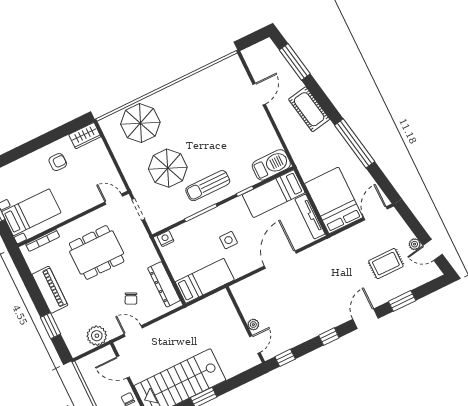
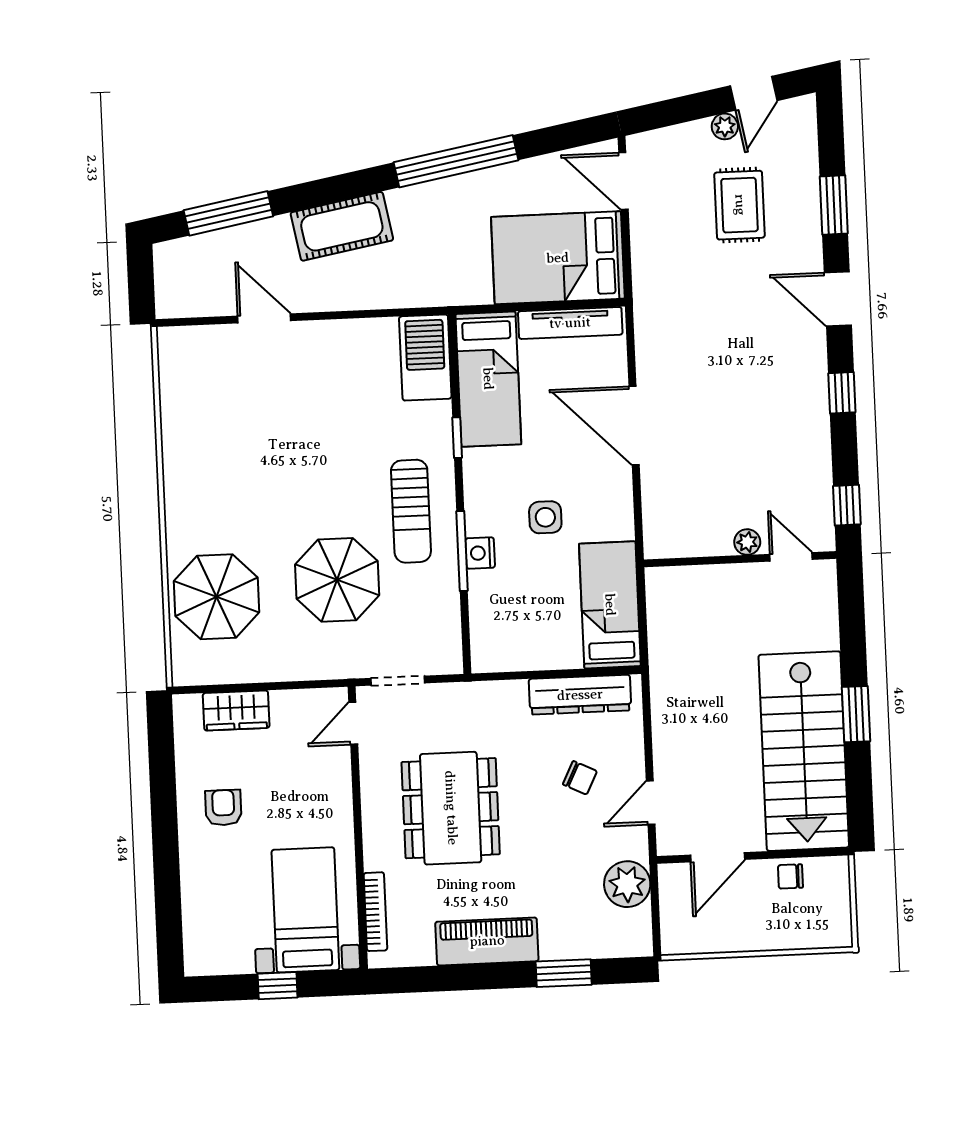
wardrobe: (85, 136) -> (236, 710), moved, turned 90
nightstand: (165, 239) -> (480, 553), moved

